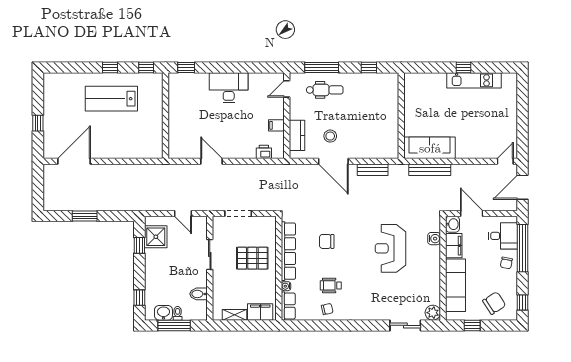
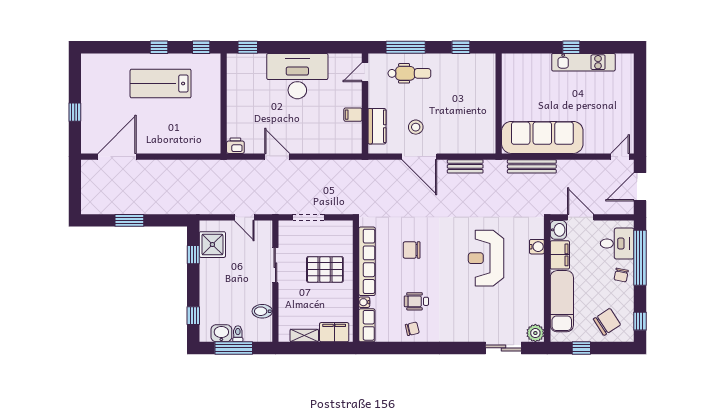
desk: (229, 88) -> (297, 76), width x1.36, depth x1.30
sofa: (430, 148) -> (542, 137), width x1.36, depth x1.27
printer: (264, 152) -> (235, 146), moved

